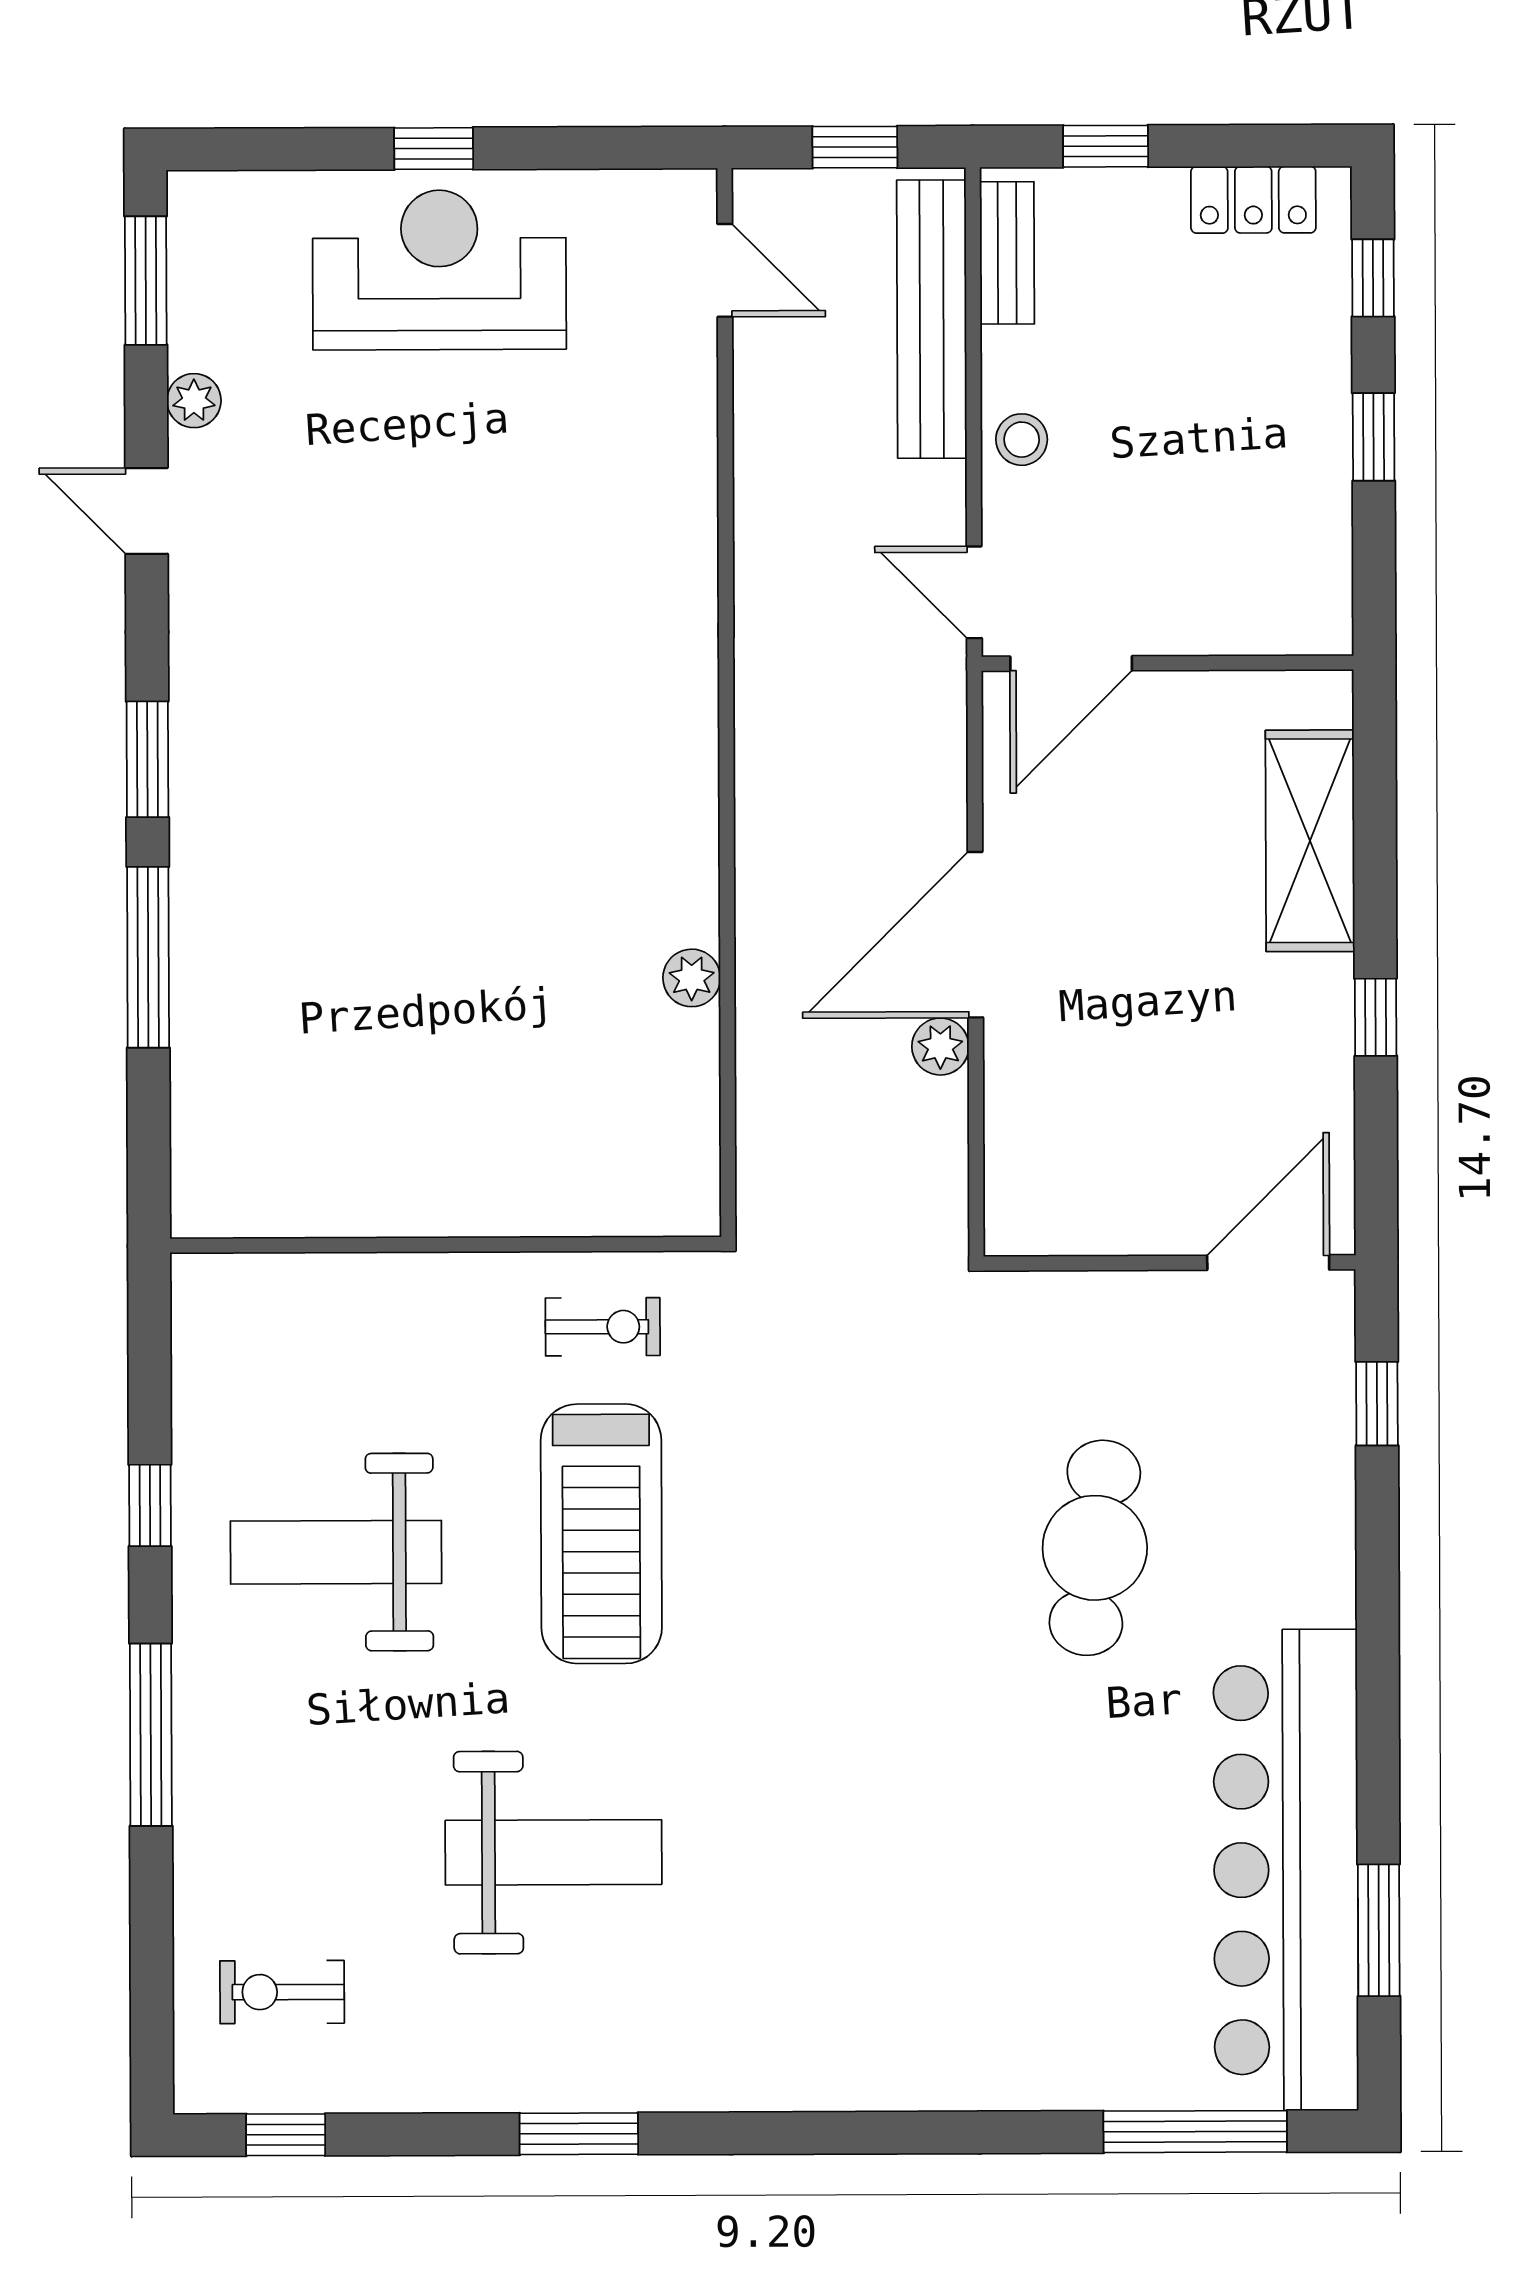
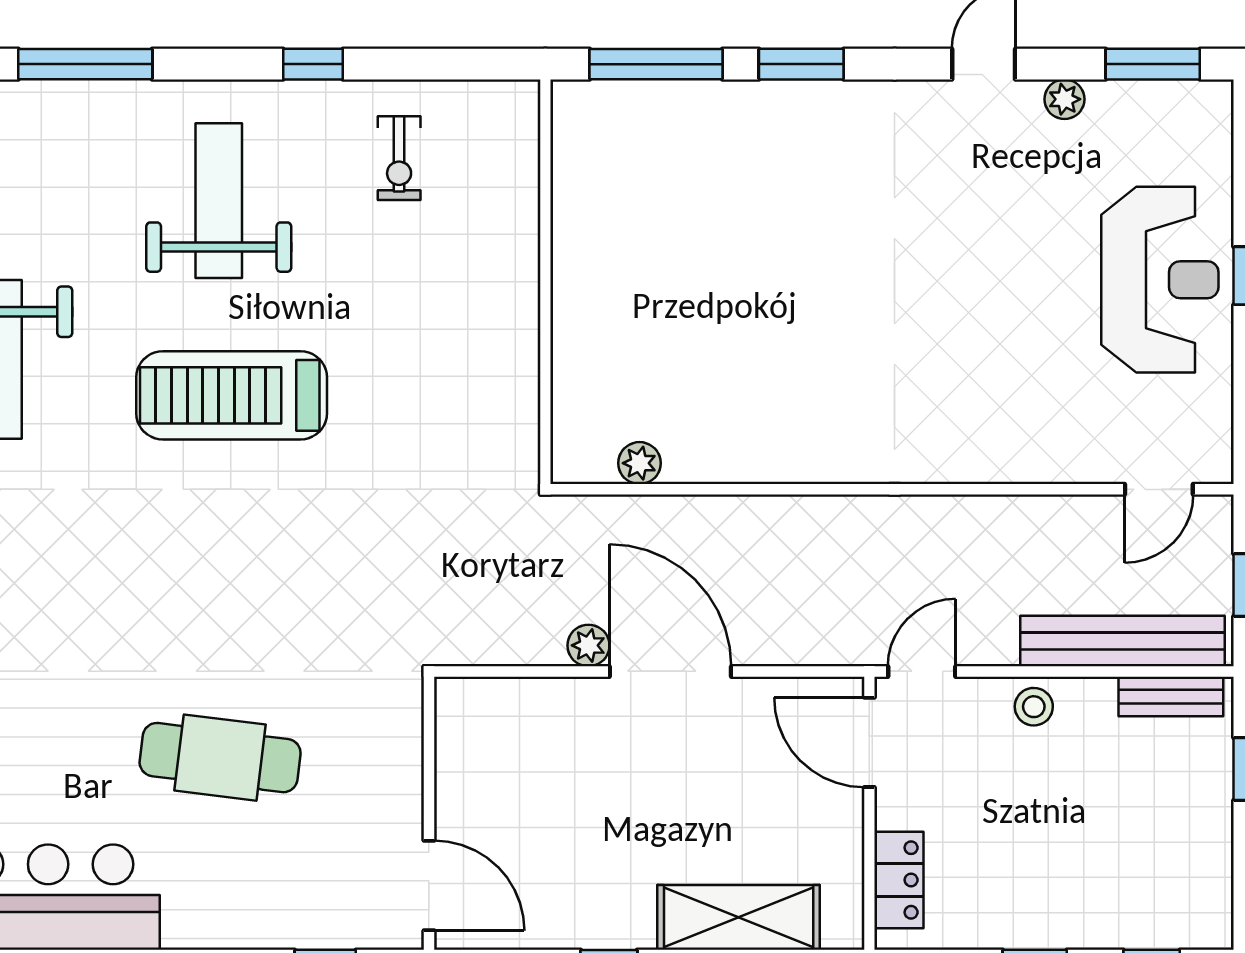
locker: (1253, 200) -> (899, 880), moved, turned 180
wall: (446, 1245) -> (545, 282), moved
exercise bike: (603, 1327) -> (399, 158), moved
window: (150, 1505) -> (313, 64), moved

